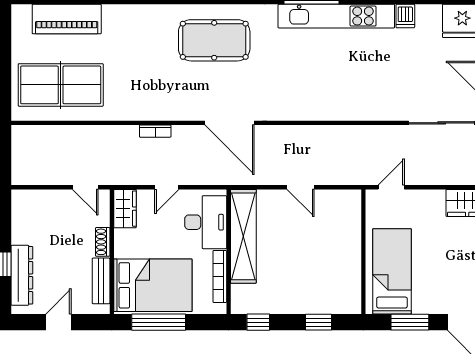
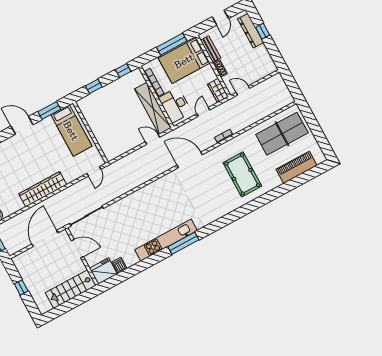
dishwasher: (405, 16) -> (120, 265), moved
pool table: (214, 40) -> (242, 174), moved, turned 90
door: (301, 187) -> (153, 139), moved

